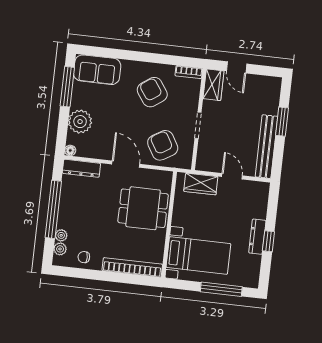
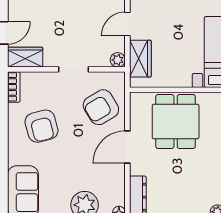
armchair: (152, 92) -> (41, 126), turned -70
plant: (202, 164) -> (118, 60), added

